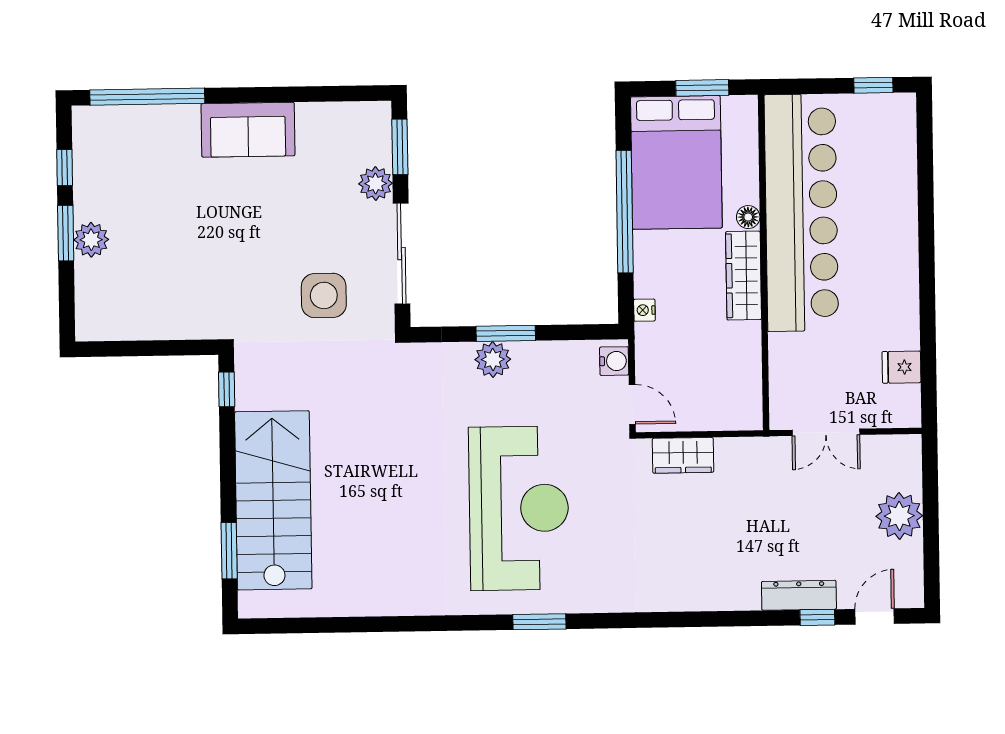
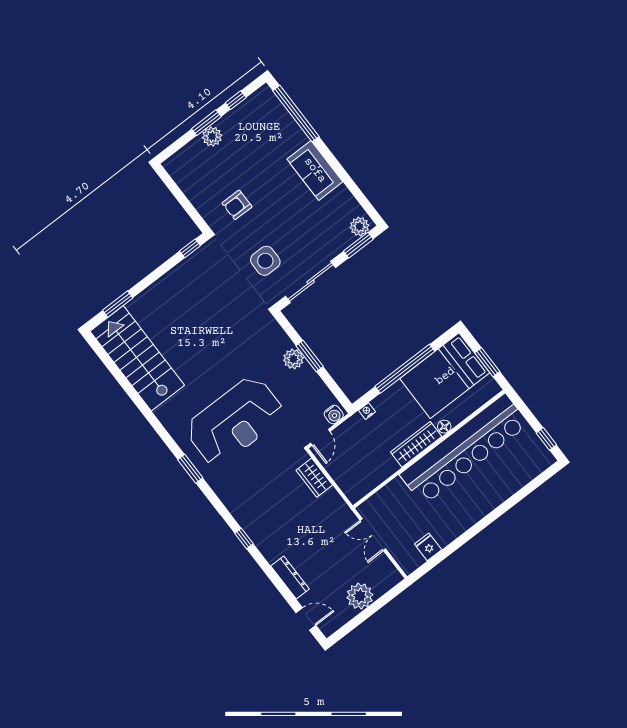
plant: (376, 183) -> (359, 226), moved
armchair: (215, 277) -> (237, 205), added
stairs: (273, 500) -> (137, 358), moved, turned -90
window: (817, 617) -> (244, 538), moved

